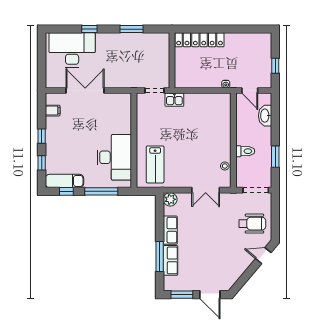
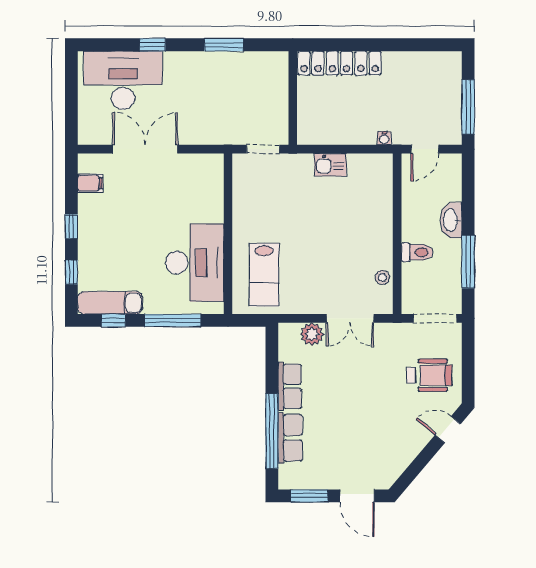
window: (275, 66) -> (468, 107), width x2.17
door: (250, 90) -> (425, 149), hinge flipped
kitchen sink: (174, 100) -> (330, 165), moved
washbasin: (265, 116) -> (451, 220), moved
window: (275, 157) -> (468, 262), width x1.44
plant: (170, 199) -> (312, 334), moved
window: (160, 257) -> (272, 431), width x1.46

